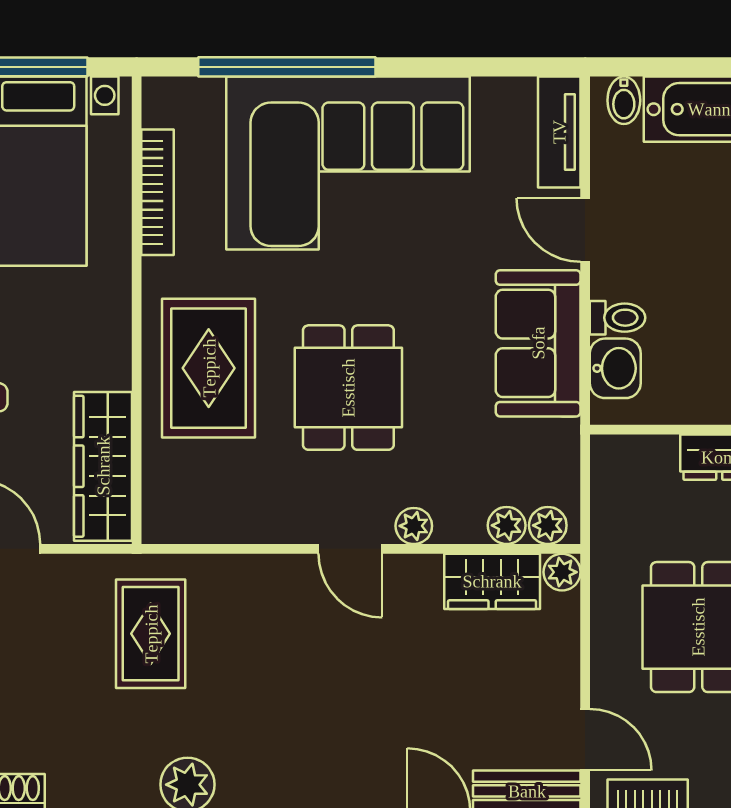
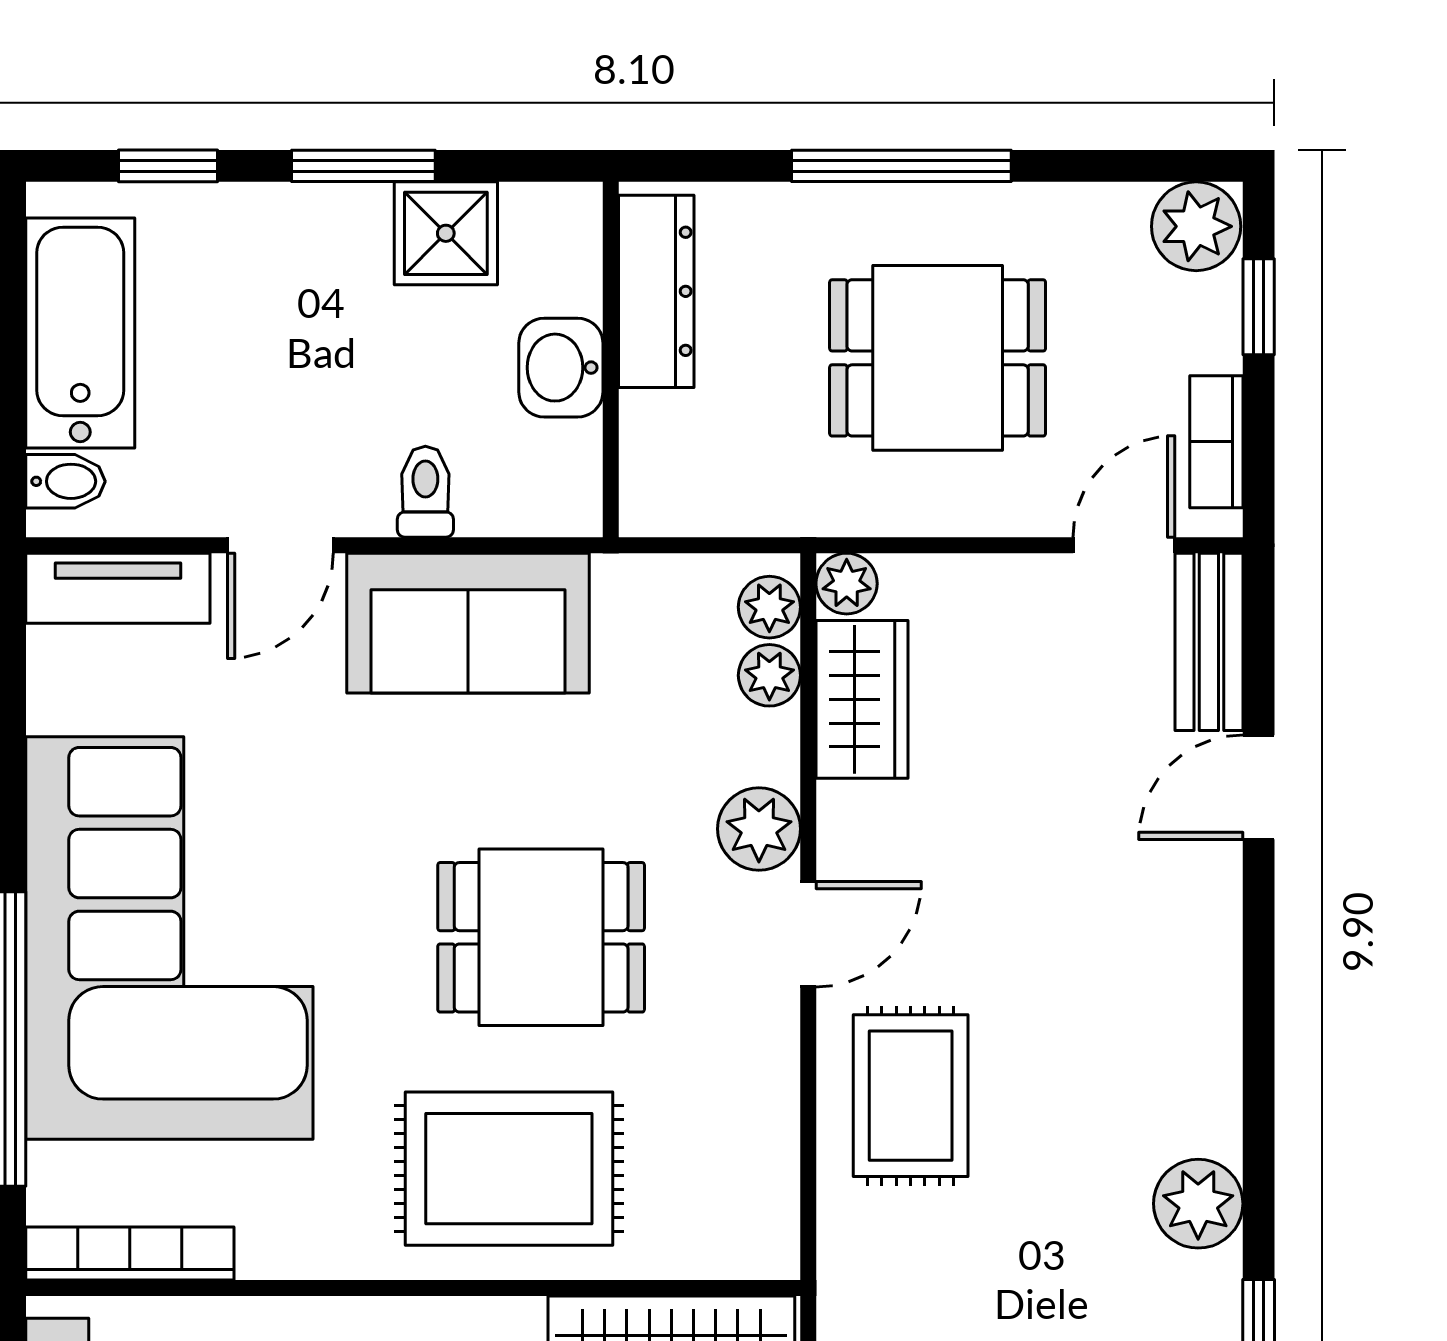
bookcase: (157, 192) -> (130, 1253), moved
washbasin: (615, 368) -> (561, 368), moved, turned -90
plant: (414, 526) -> (759, 829), width x1.38, depth x1.38
rug: (151, 634) -> (911, 1096), moved, turned 90

